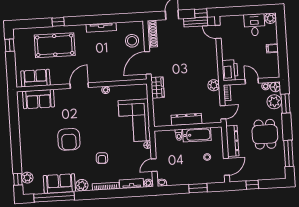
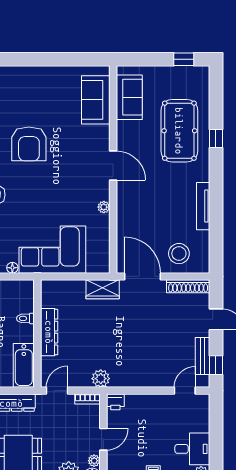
printer: (230, 70) -> (115, 402), width x0.53, depth x0.68
door: (223, 112) -> (57, 391), swing flipped
bathtub: (197, 135) -> (24, 365), moved
armchair: (69, 139) -> (29, 144), turned -90

